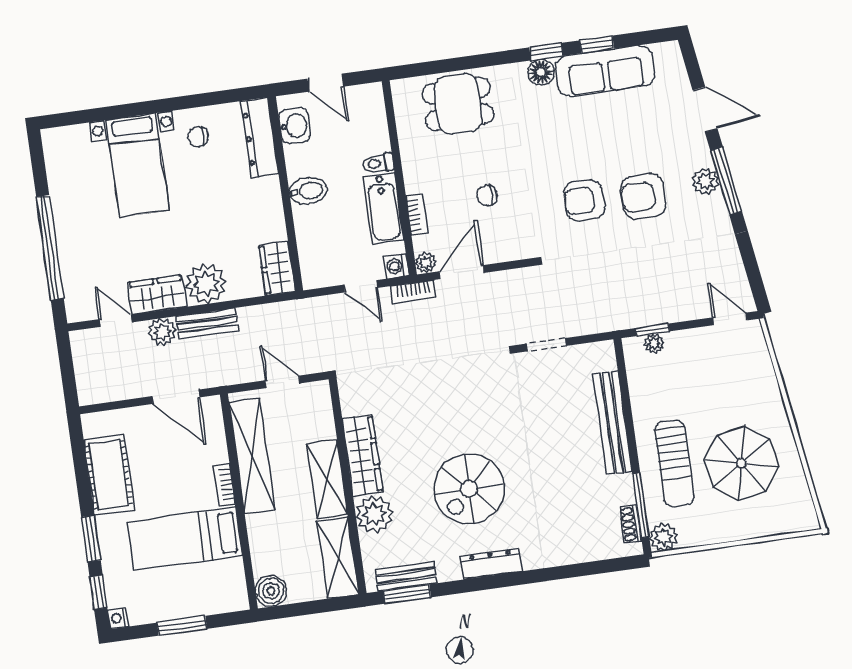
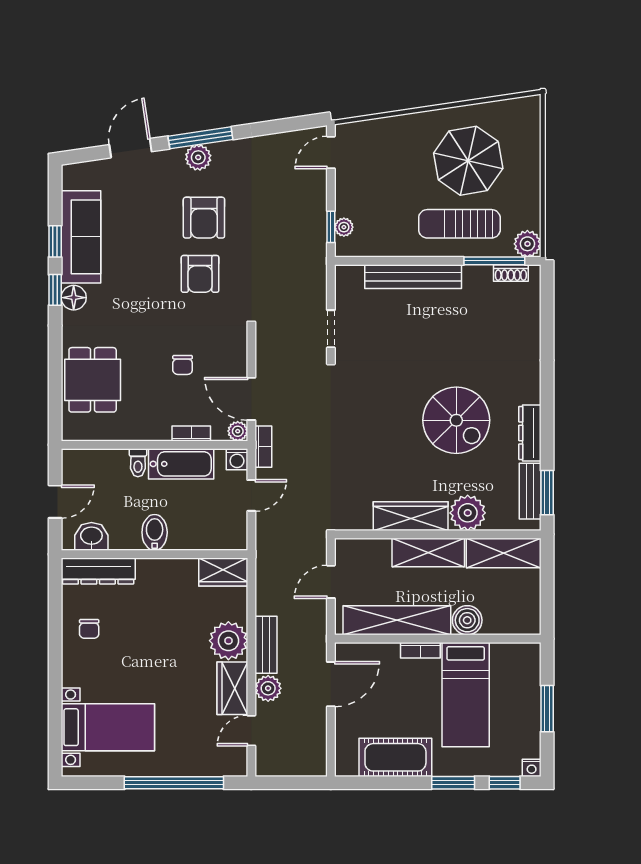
bed with nightstands: (138, 165) -> (108, 727), moved
sun lounger: (674, 463) -> (459, 224), turned 180
dresser: (491, 564) -> (530, 433), moved
boiler: (271, 591) -> (467, 620), moved

